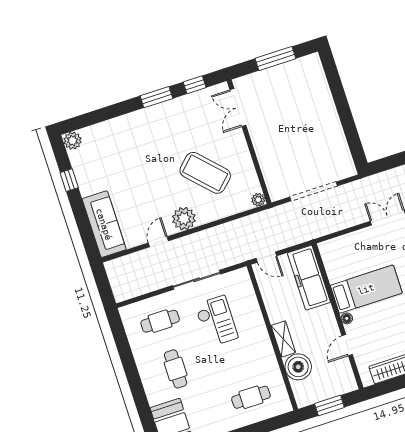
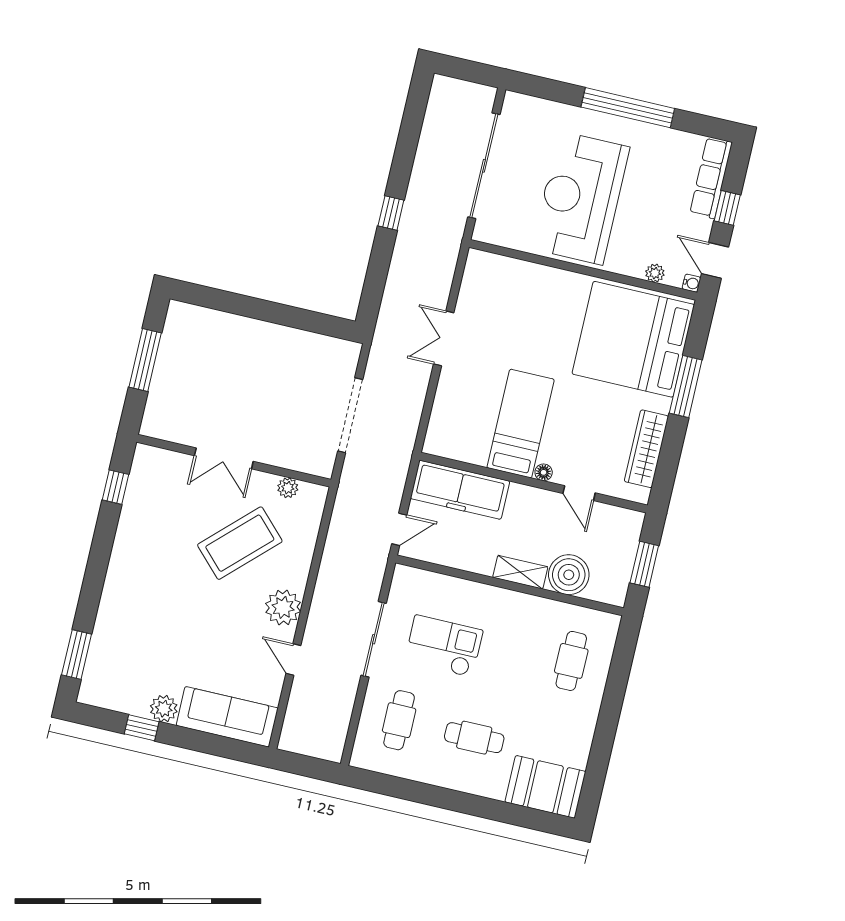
window: (156, 97) -> (77, 655), moved
double door: (238, 108) -> (224, 458), moved
plant: (73, 141) -> (164, 709), moved
plant: (258, 200) -> (288, 488), moved

